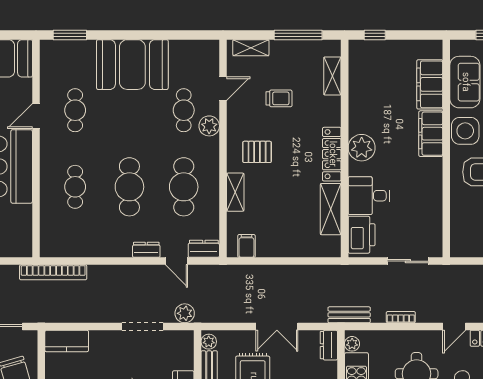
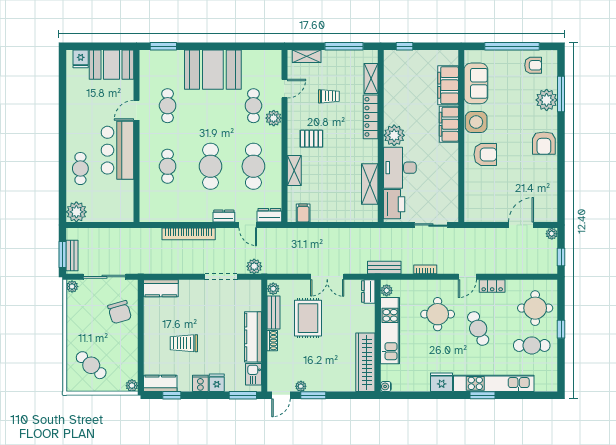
locker: (332, 154) -> (371, 117), moved
desk: (369, 196) -> (400, 168), width x1.37
bookcase: (53, 272) -> (189, 234), moved

